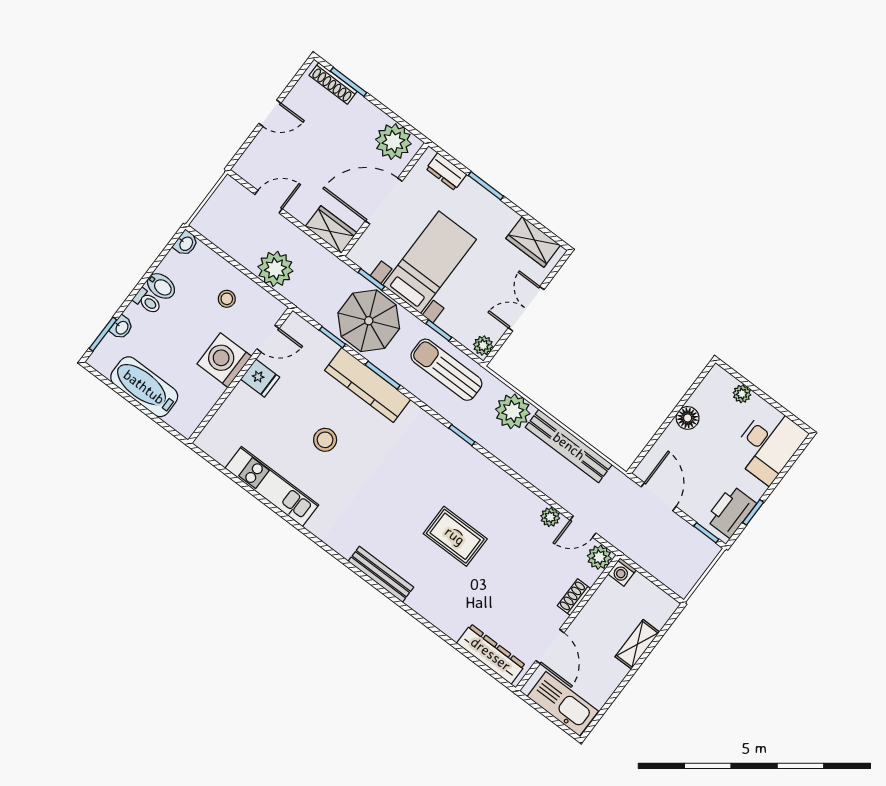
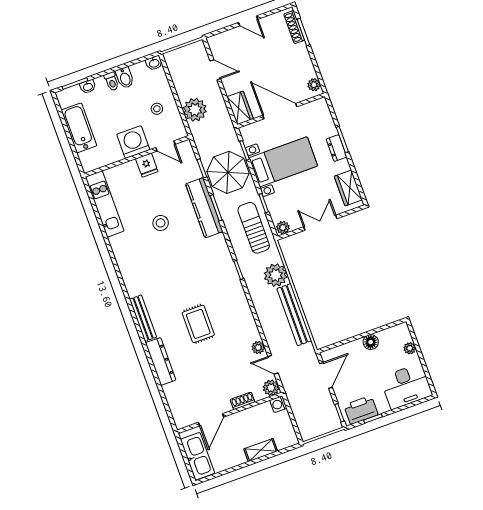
plant: (393, 142) -> (314, 85), width x0.53, depth x0.53
dresser: (446, 172) -> (336, 148), moved
kitchen unit: (272, 487) -> (105, 204), moved
dresser: (491, 654) -> (161, 361), moved

